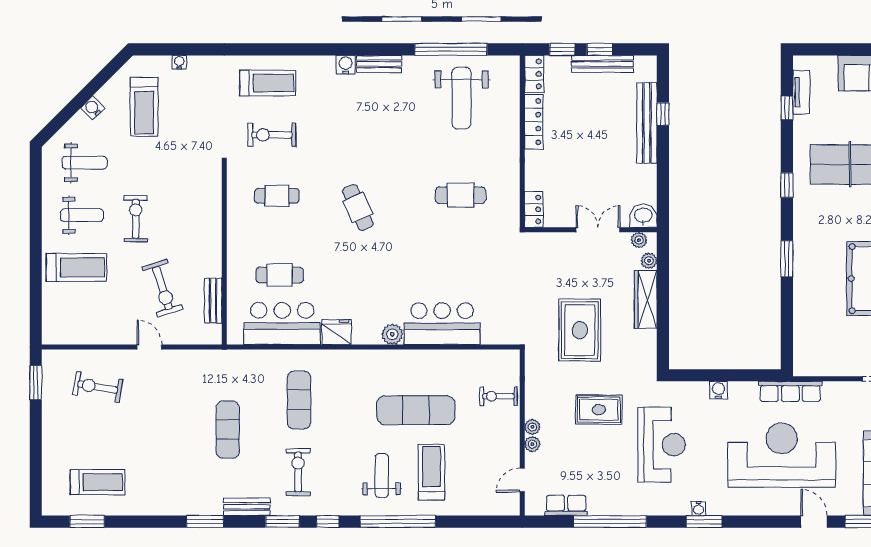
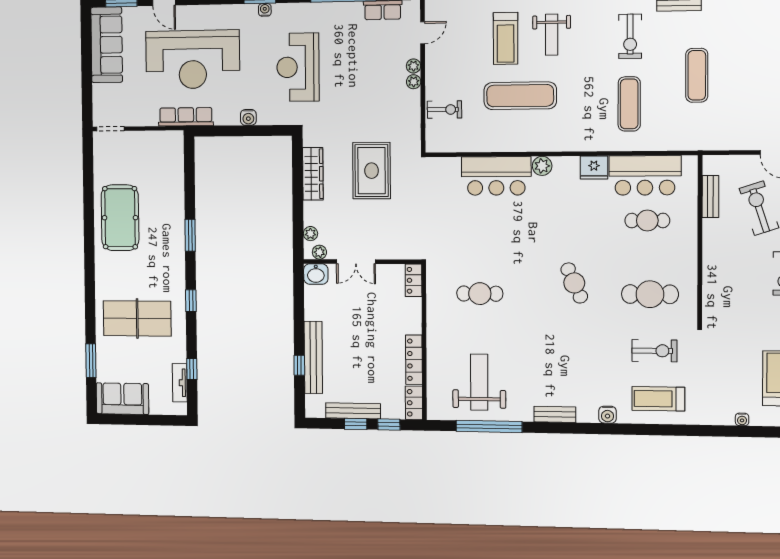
water cooler: (346, 65) -> (608, 415), moved
cafe table: (277, 196) -> (650, 294), width x1.37, depth x1.35
wardrobe: (646, 299) -> (313, 174), moved
rug: (599, 410) -> (354, 98), removed

